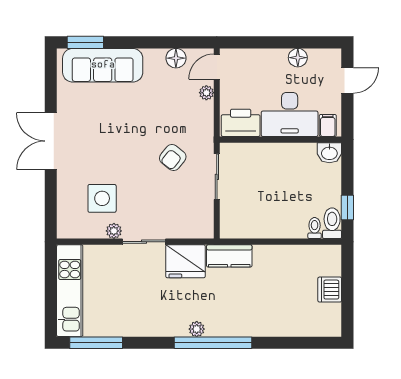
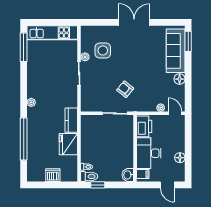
floor lamp: (176, 58) -> (180, 79), moved
fridge: (186, 261) -> (68, 144), moved
window: (213, 343) -> (24, 139), moved

